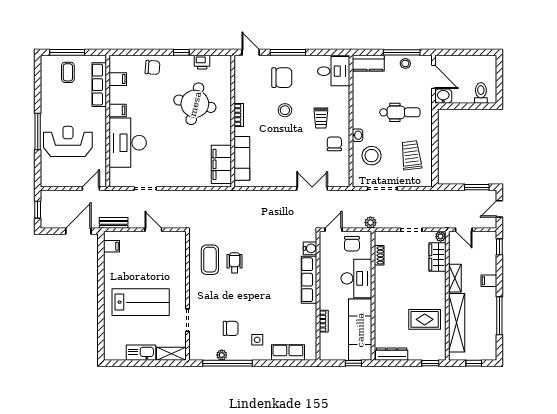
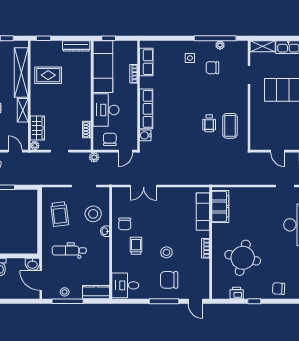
row of seats: (288, 352) -> (146, 62), moved, turned -90

